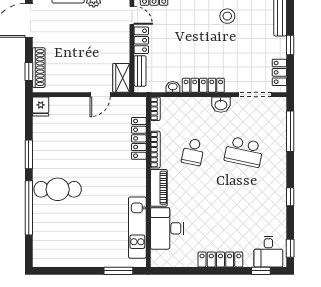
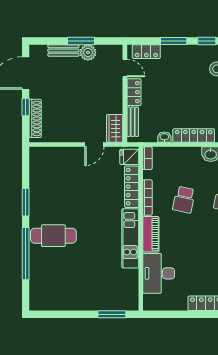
window: (29, 71) -> (26, 107), moved
fridge: (41, 106) -> (129, 157), moved, turned 90
kitchen unit: (137, 228) -> (130, 238), moved

